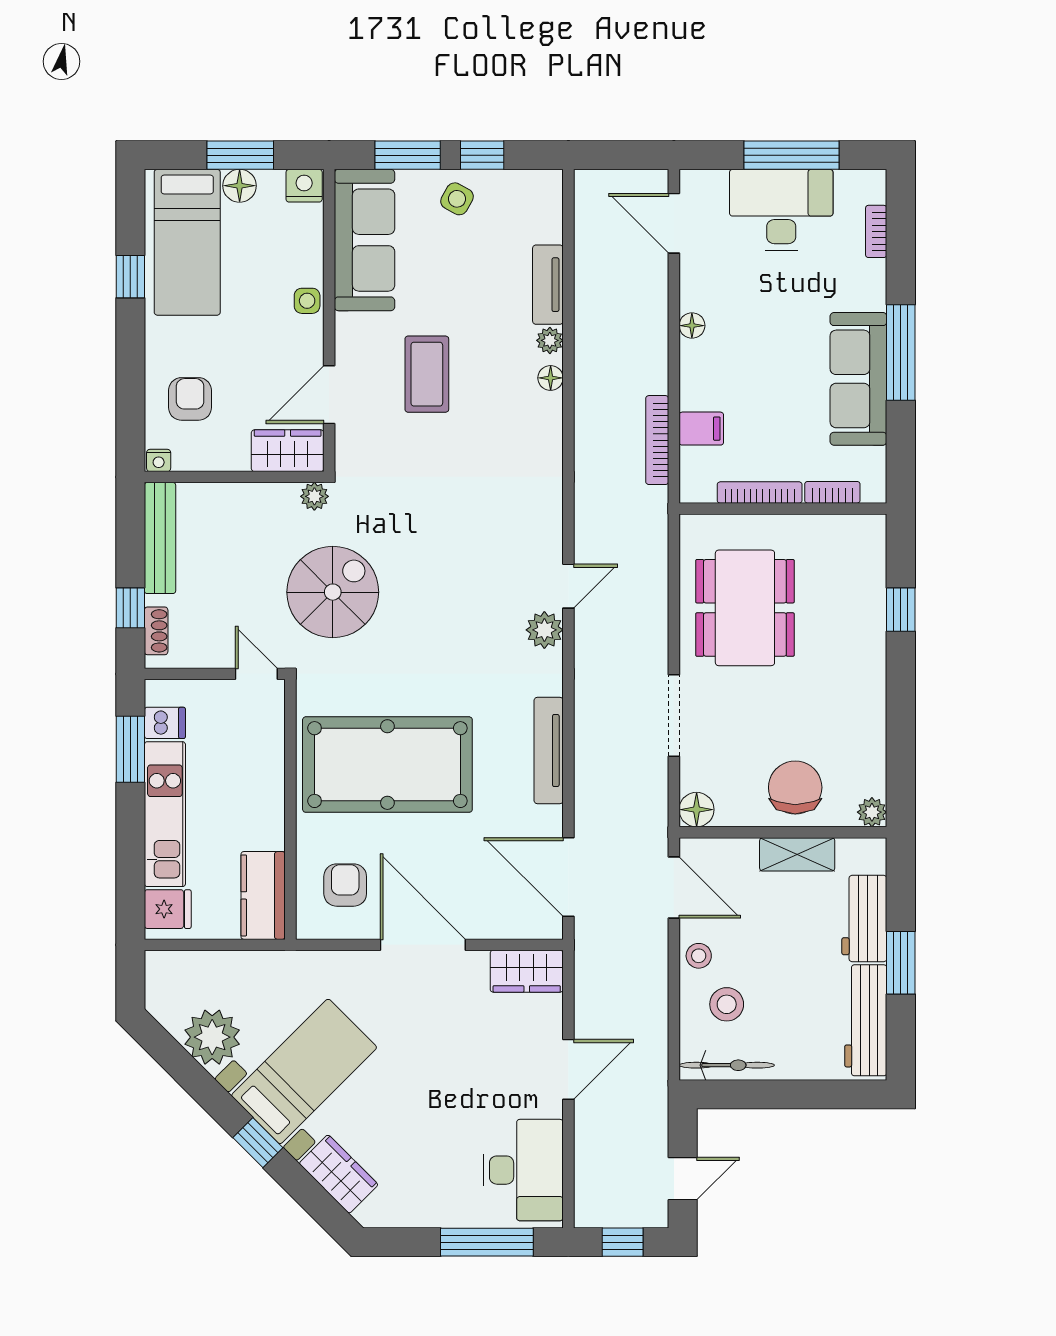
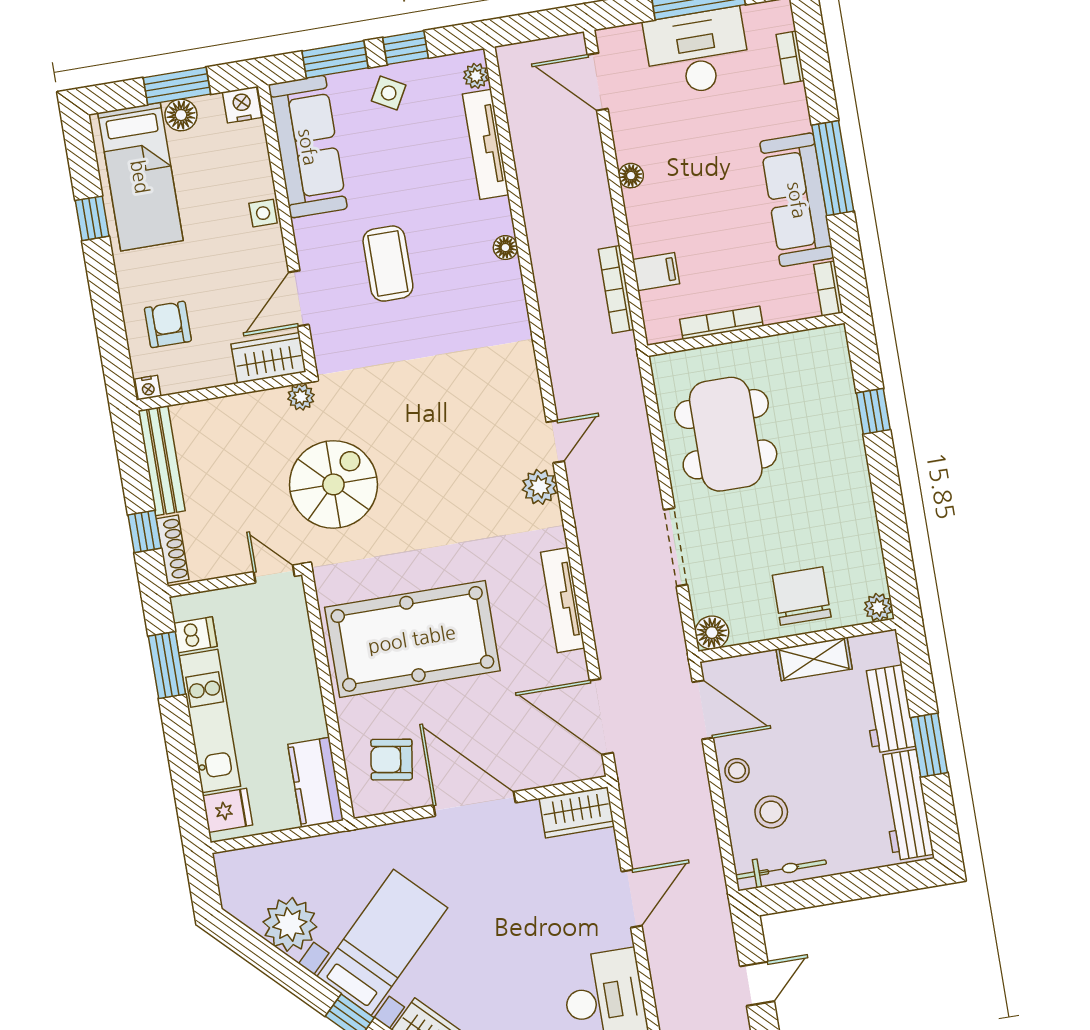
tv unit: (548, 285) -> (486, 144), width x1.41
plant: (550, 340) -> (476, 76), moved
bookcase: (832, 492) -> (828, 289), moved, turned -90
shoe rack: (156, 631) -> (173, 549), width x1.43
armchair: (345, 885) -> (392, 760), turned -81

